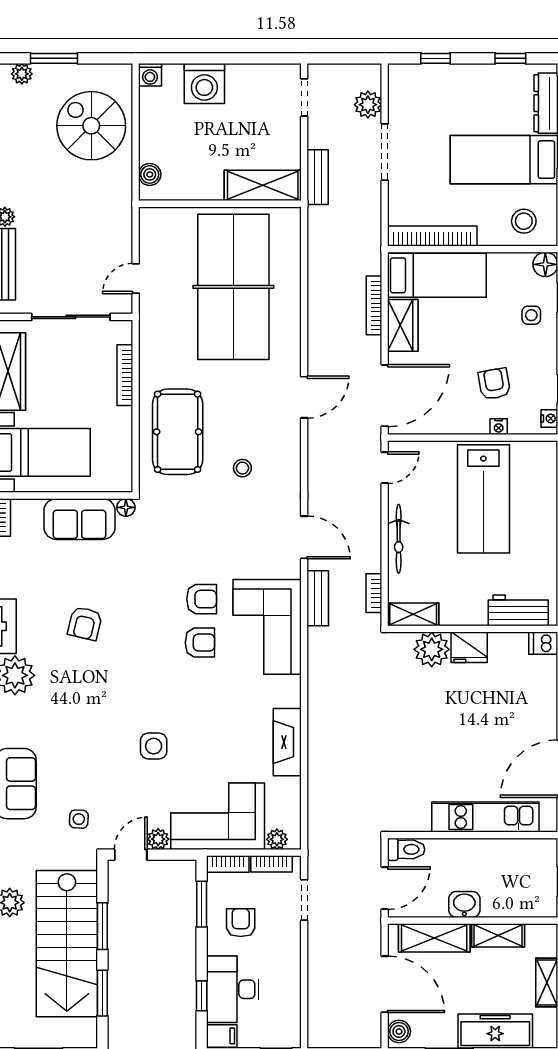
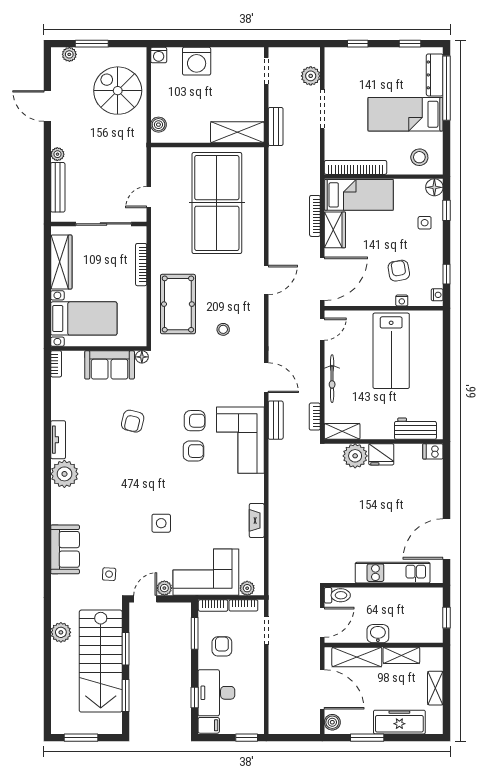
armchair: (85, 623) -> (133, 421), moved
fireplace: (287, 742) -> (257, 520), width x0.73, depth x0.76

